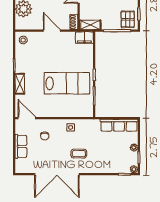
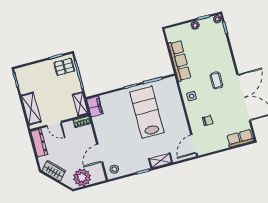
door: (52, 31) -> (100, 153), moved
row of seats: (119, 125) -> (180, 61), moved
row of seats: (21, 146) -> (240, 138), moved

